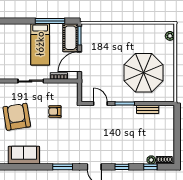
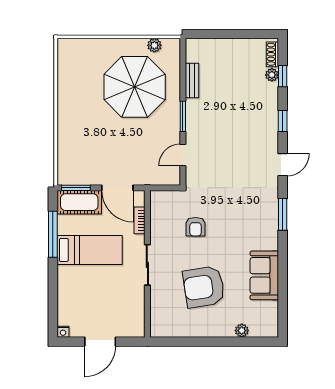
plant: (170, 36) -> (154, 45), moved

